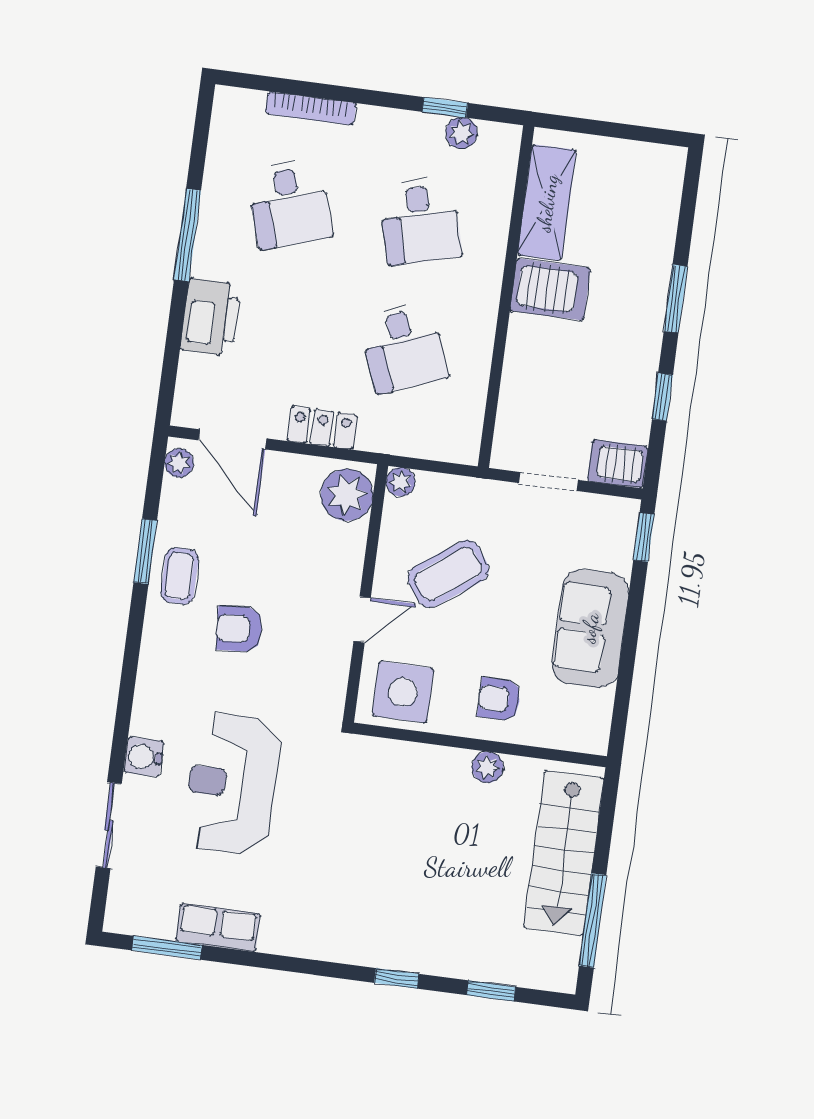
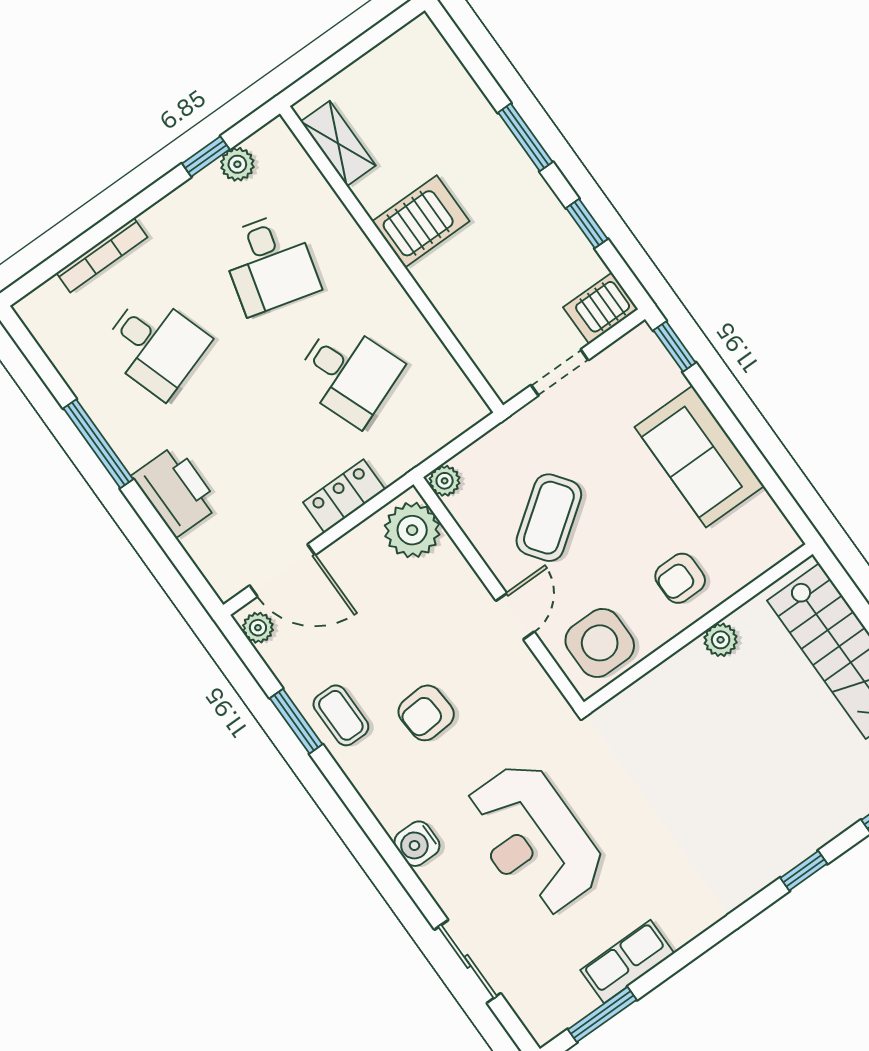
shelving: (547, 203) -> (338, 144), width x0.67, depth x0.75
desk: (420, 221) -> (270, 263), turned 30
water cooler: (144, 757) -> (417, 844), moved

